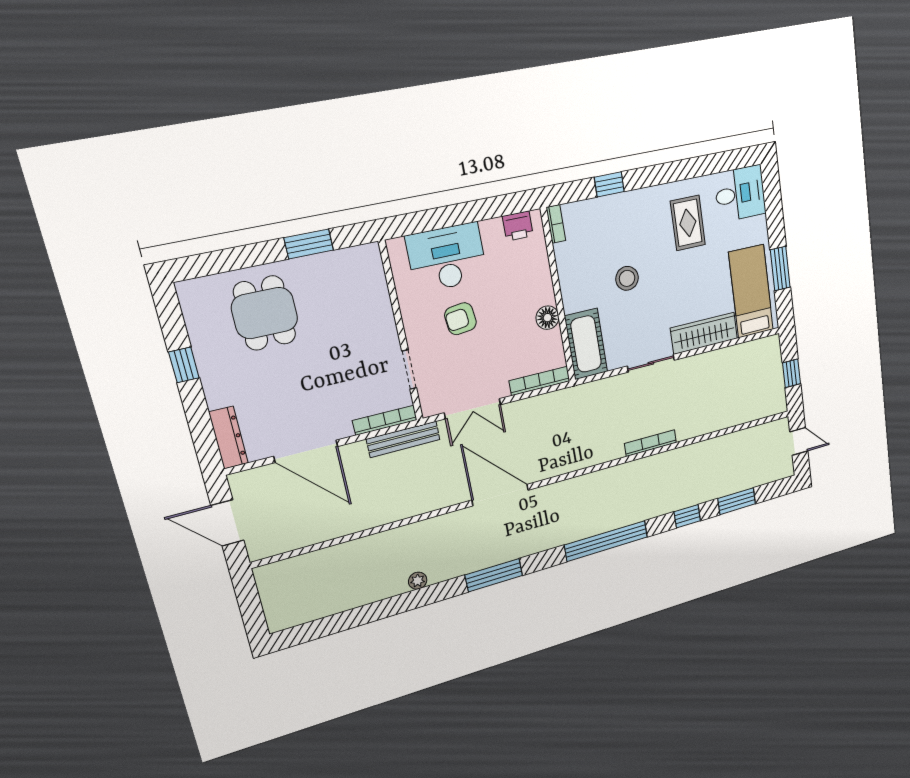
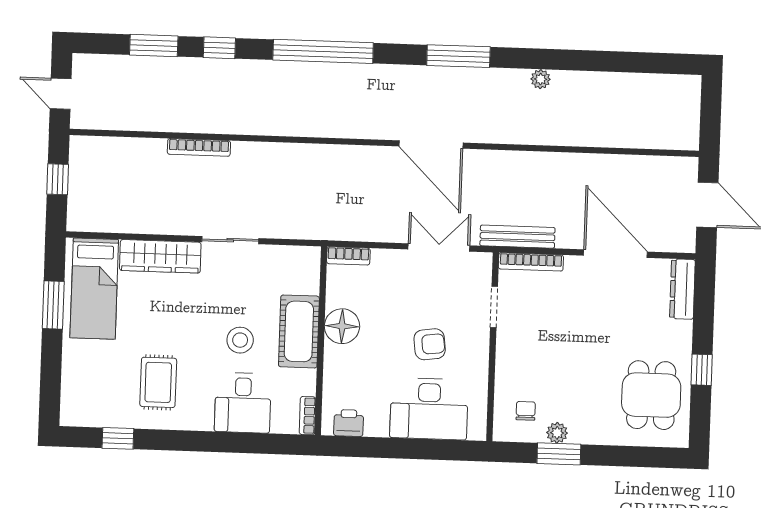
window: (609, 184) -> (118, 438), moved
desk: (740, 194) -> (243, 403), moved, turned -90
plant: (316, 265) -> (557, 433), added
chair: (353, 279) -> (526, 411), added
dining table: (265, 313) -> (651, 395), moved
floor lamp: (547, 318) -> (342, 326), width x1.38, depth x1.38
cot: (586, 344) -> (299, 331), moved
bookcase: (540, 381) -> (348, 256), width x0.64
bookcase: (651, 443) -> (199, 147), moved

